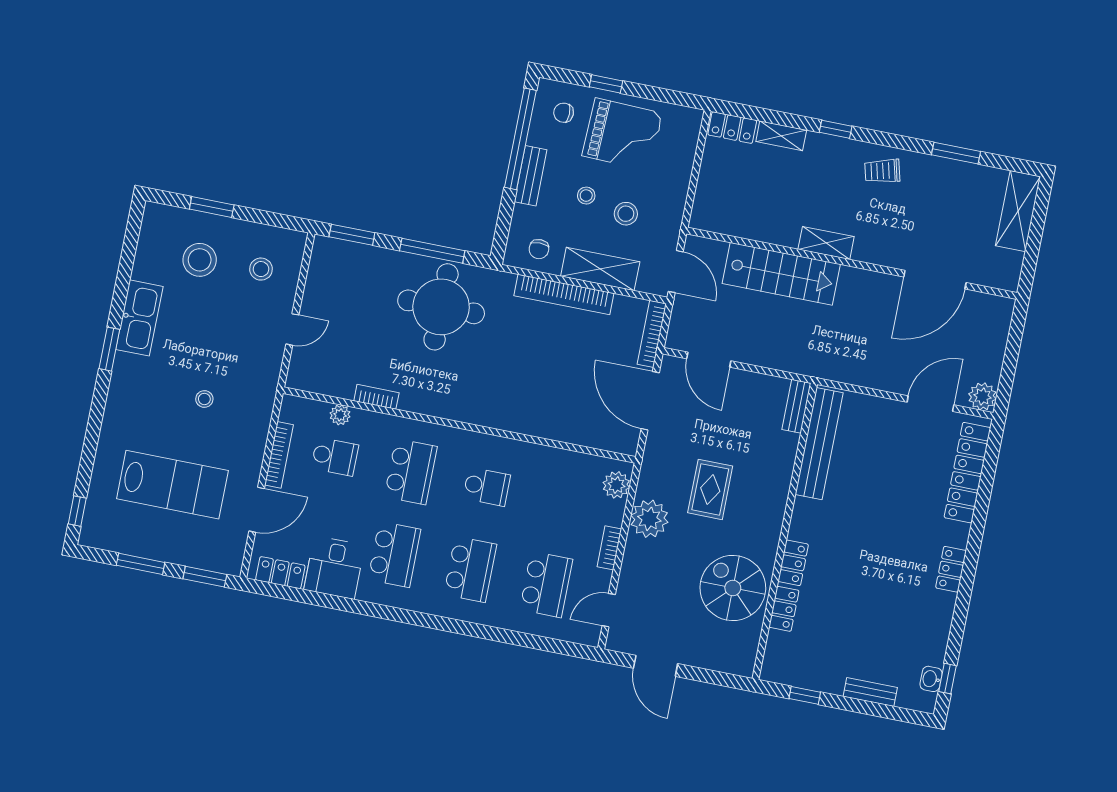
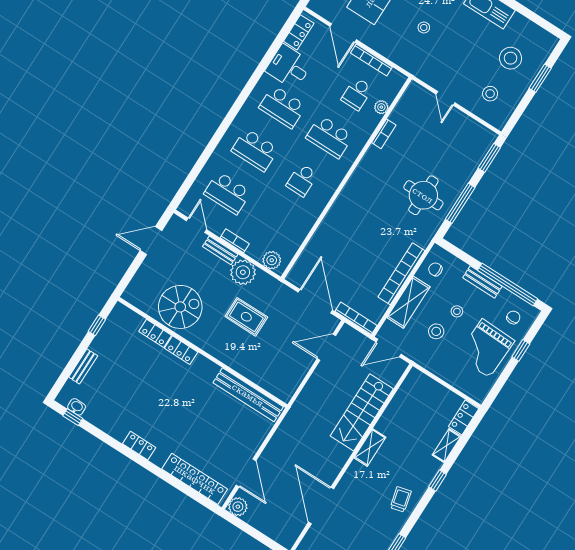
round table: (441, 307) -> (423, 195), width x0.73, depth x0.73
door: (650, 401) -> (315, 301), hinge flipped
bench: (796, 406) -> (220, 250), moved

